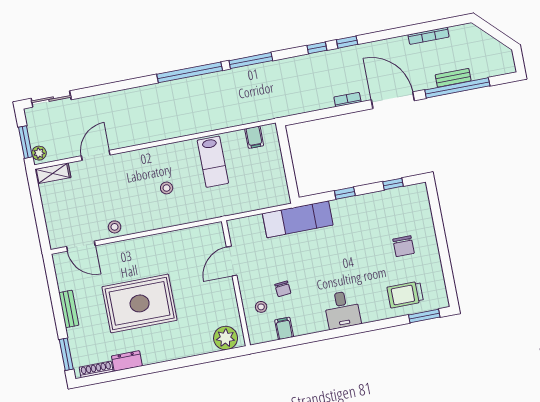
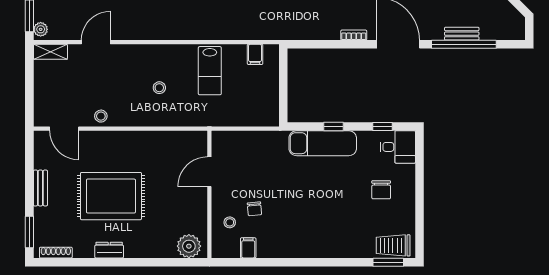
exam couch: (298, 219) -> (323, 143), moved
trolley: (405, 295) -> (393, 245), moved
desk: (342, 310) -> (398, 147), moved, turned -90
dresser: (127, 361) -> (109, 250), moved

